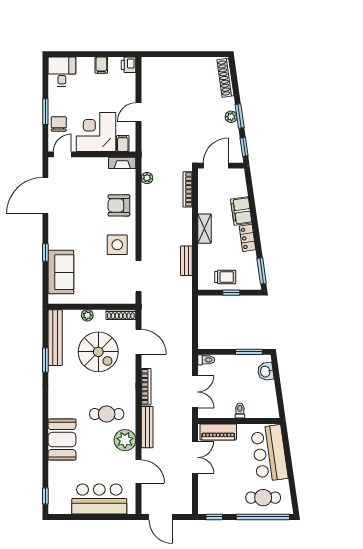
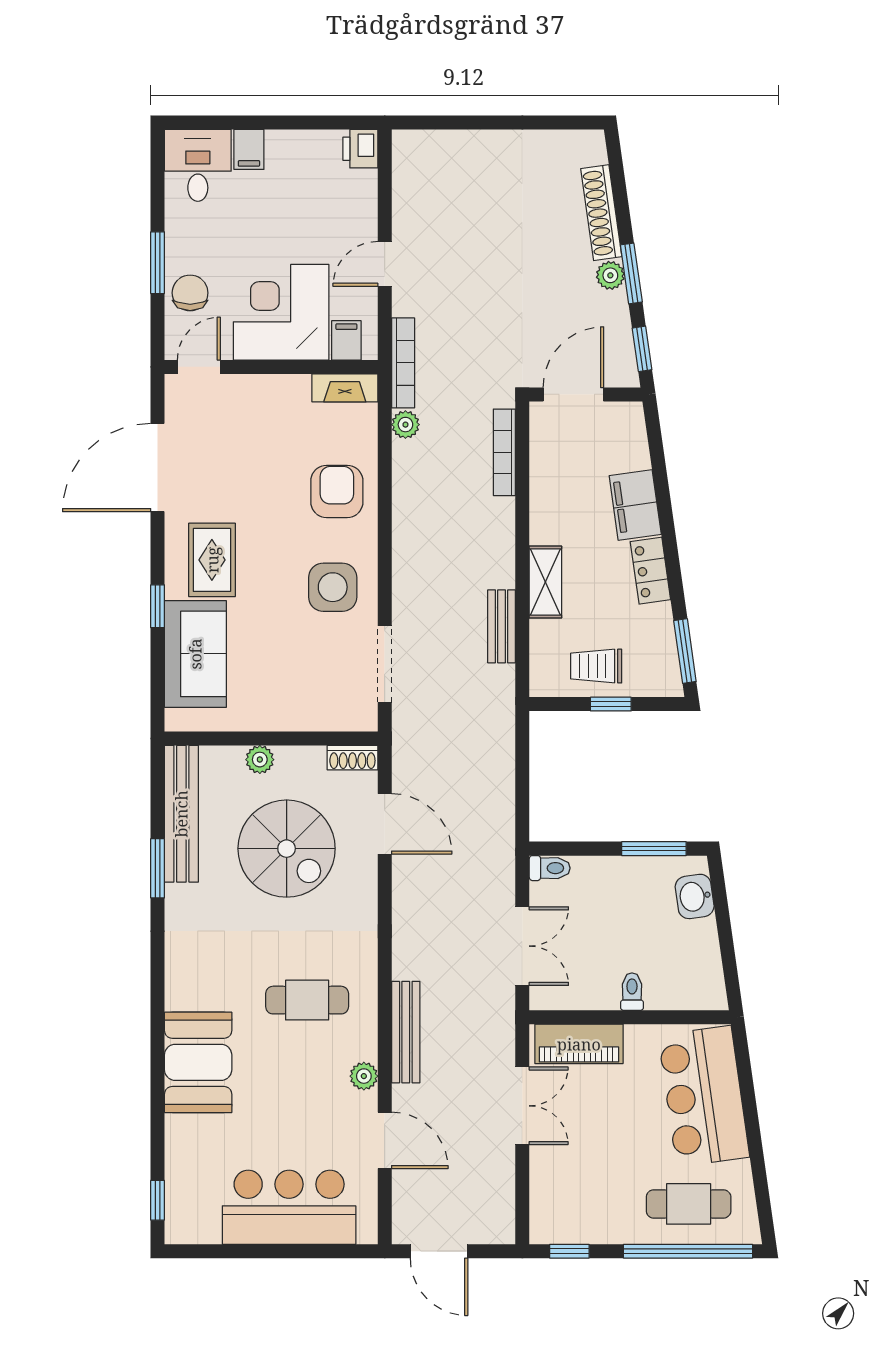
filing cabinet: (101, 65) -> (249, 149), moved
shoe rack: (225, 78) -> (601, 213), moved
armchair: (119, 205) -> (337, 491), turned 90
shelving: (204, 229) -> (545, 582), moved
rug: (68, 233) -> (212, 560), added
trolley: (225, 277) -> (596, 666), turned 180
shoe rack: (121, 315) -> (352, 758), width x0.70
bookcase: (146, 387) -> (403, 363), moved
plant: (125, 440) -> (364, 1076), width x0.53, depth x0.53

